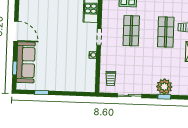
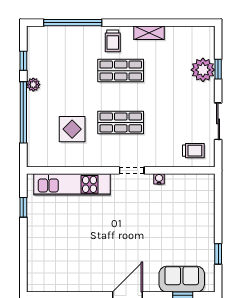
sofa: (26, 62) -> (182, 279), width x0.73

